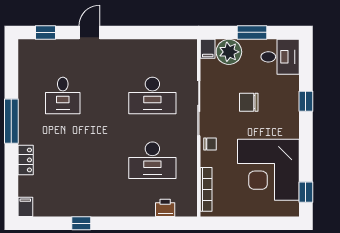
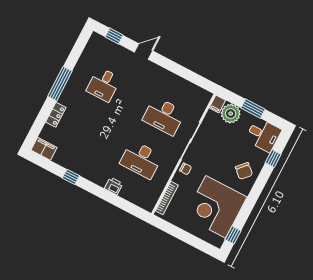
window: (306, 101) -> (273, 158), moved
chair: (249, 102) -> (244, 171), moved, turned -137
filing cabinet: (25, 207) -> (44, 149), width x2.00
printer: (165, 208) -> (114, 186), moved

